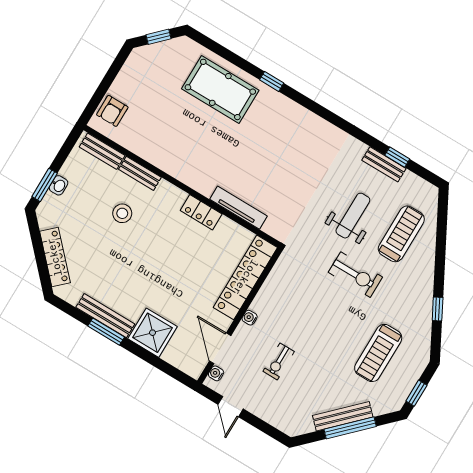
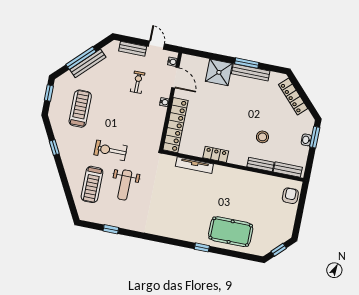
bench: (384, 164) -> (133, 49), moved

